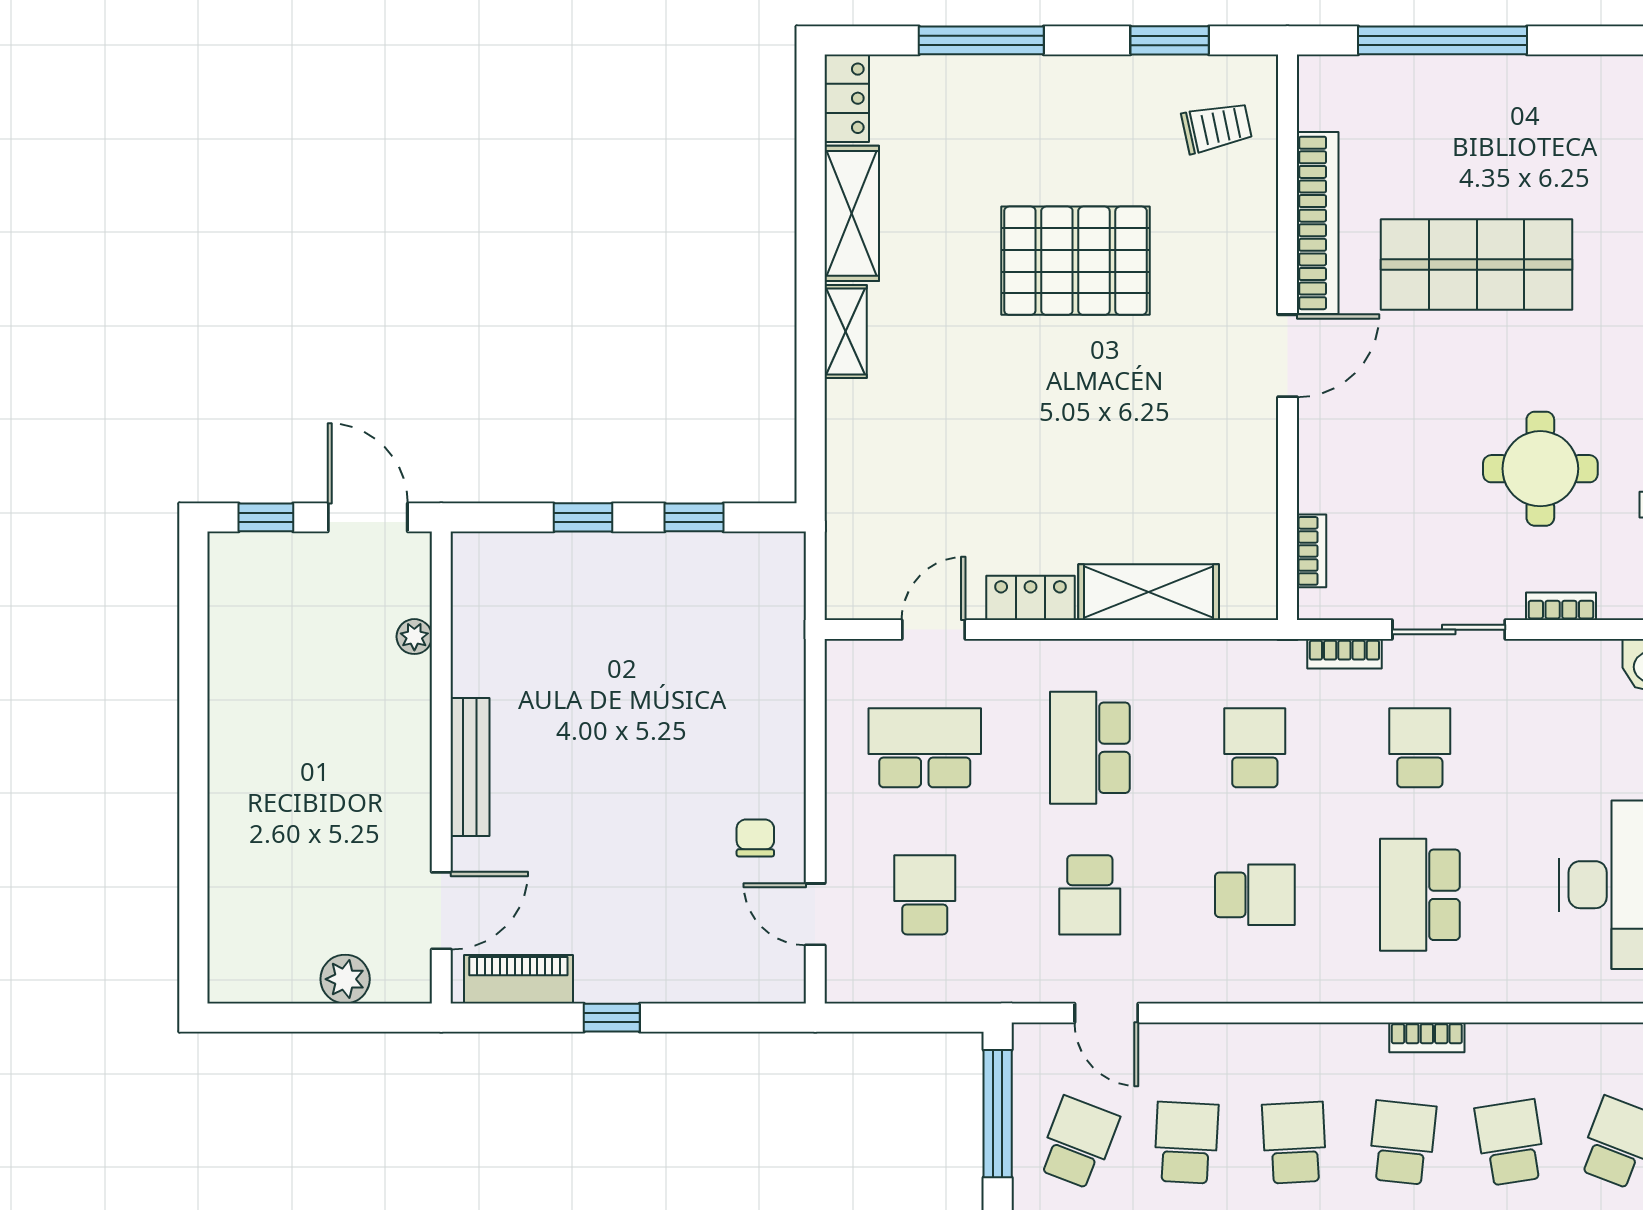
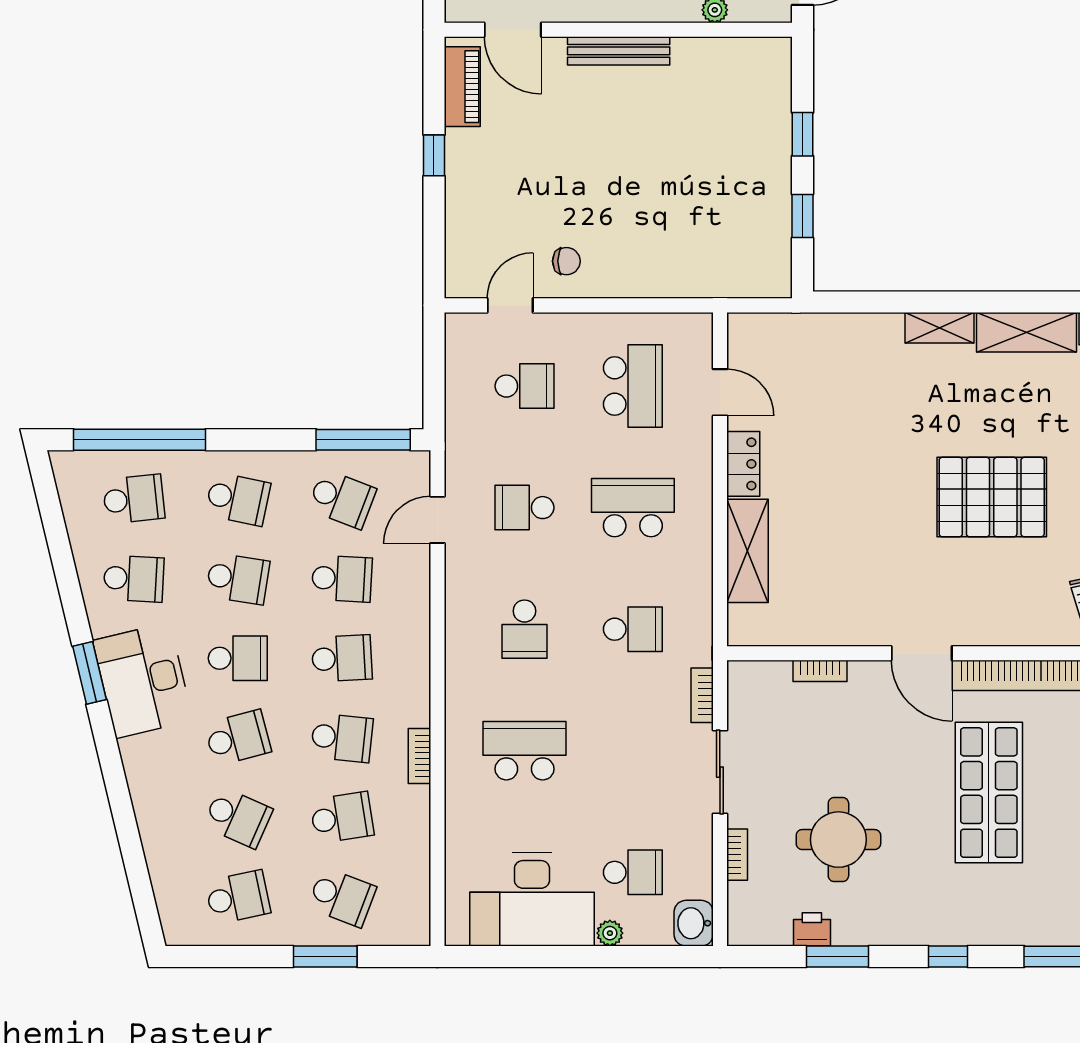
pallet: (1075, 261) -> (992, 497), turned 90
bookcase: (1312, 551) -> (820, 671), moved
school desk: (1420, 748) -> (633, 872), moved

